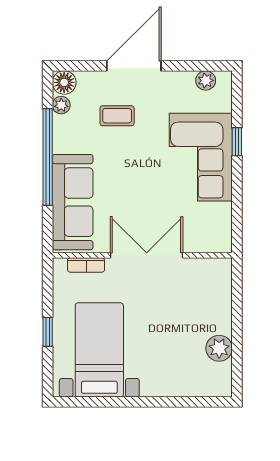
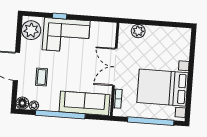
plant: (206, 80) -> (31, 30), width x1.87, depth x1.87
window: (48, 332) -> (151, 121), width x3.17
plant: (219, 348) -> (138, 31), moved
bed with nightstands: (99, 350) -> (163, 88), width x1.36

